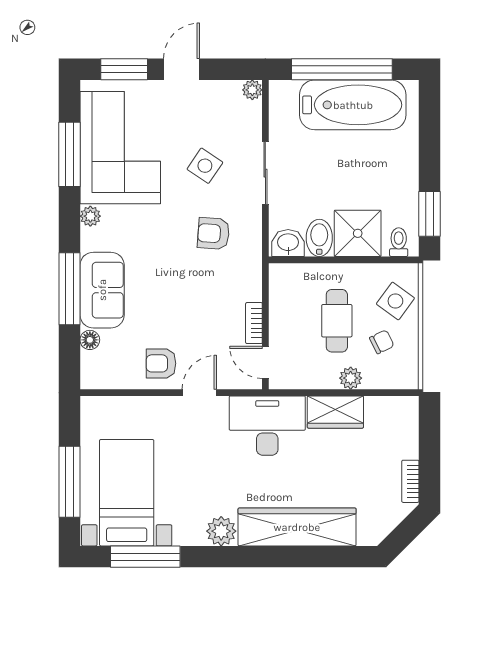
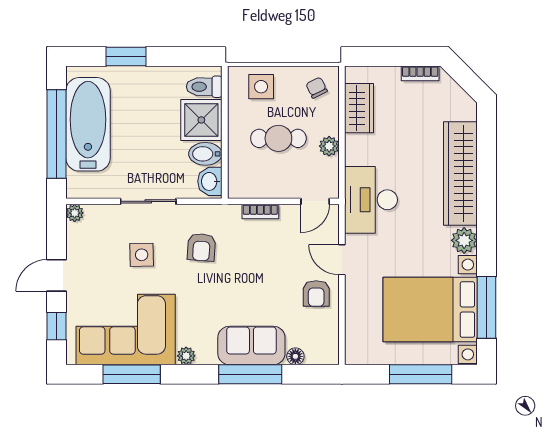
window: (124, 69) -> (57, 326), width x0.67
door: (182, 69) -> (57, 275), hinge flipped
side table: (205, 166) -> (142, 255), turned -35
window: (429, 214) -> (126, 57), moved
toilet: (399, 242) -> (204, 87), width x1.37, depth x1.39
side table: (395, 301) -> (261, 87), turned -36
bookcase: (254, 323) -> (260, 211), moved
chair: (382, 342) -> (317, 88), moved
plant: (351, 378) -> (329, 146), moved
wardrobe: (335, 412) -> (359, 108), moved
bed with nightstands: (127, 493) -> (430, 310), width x1.36

